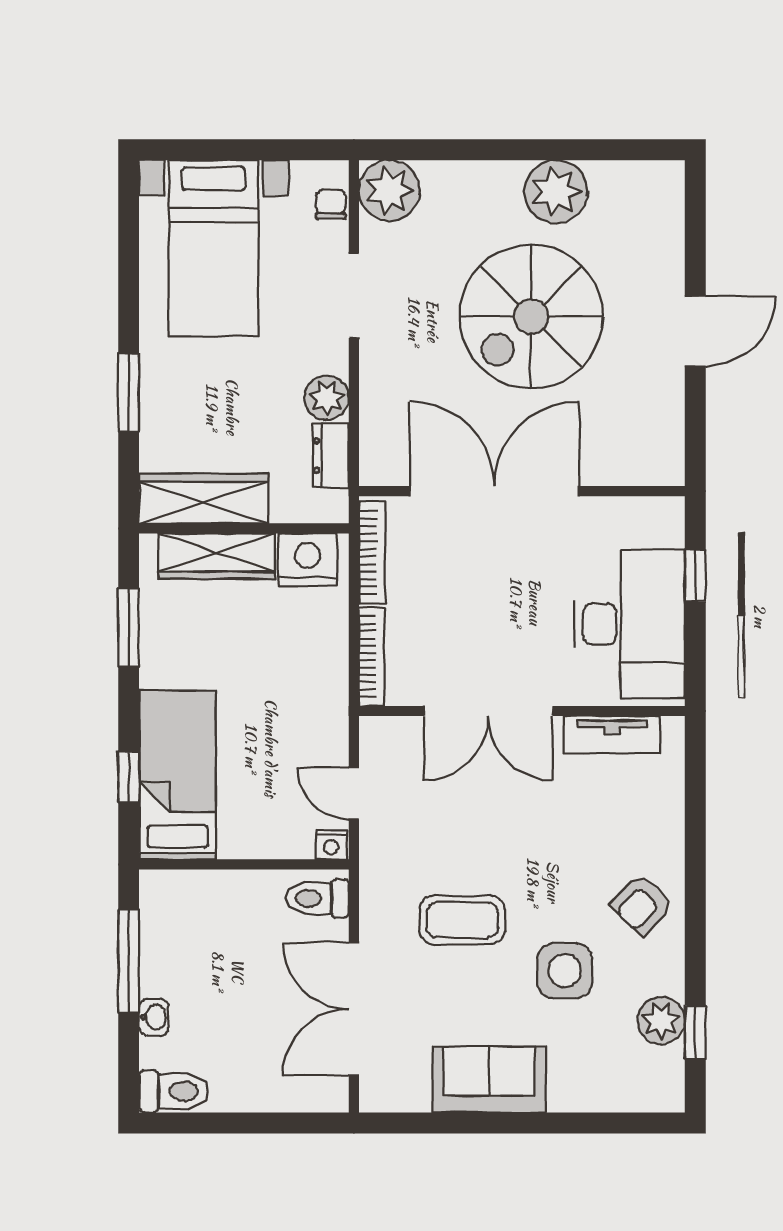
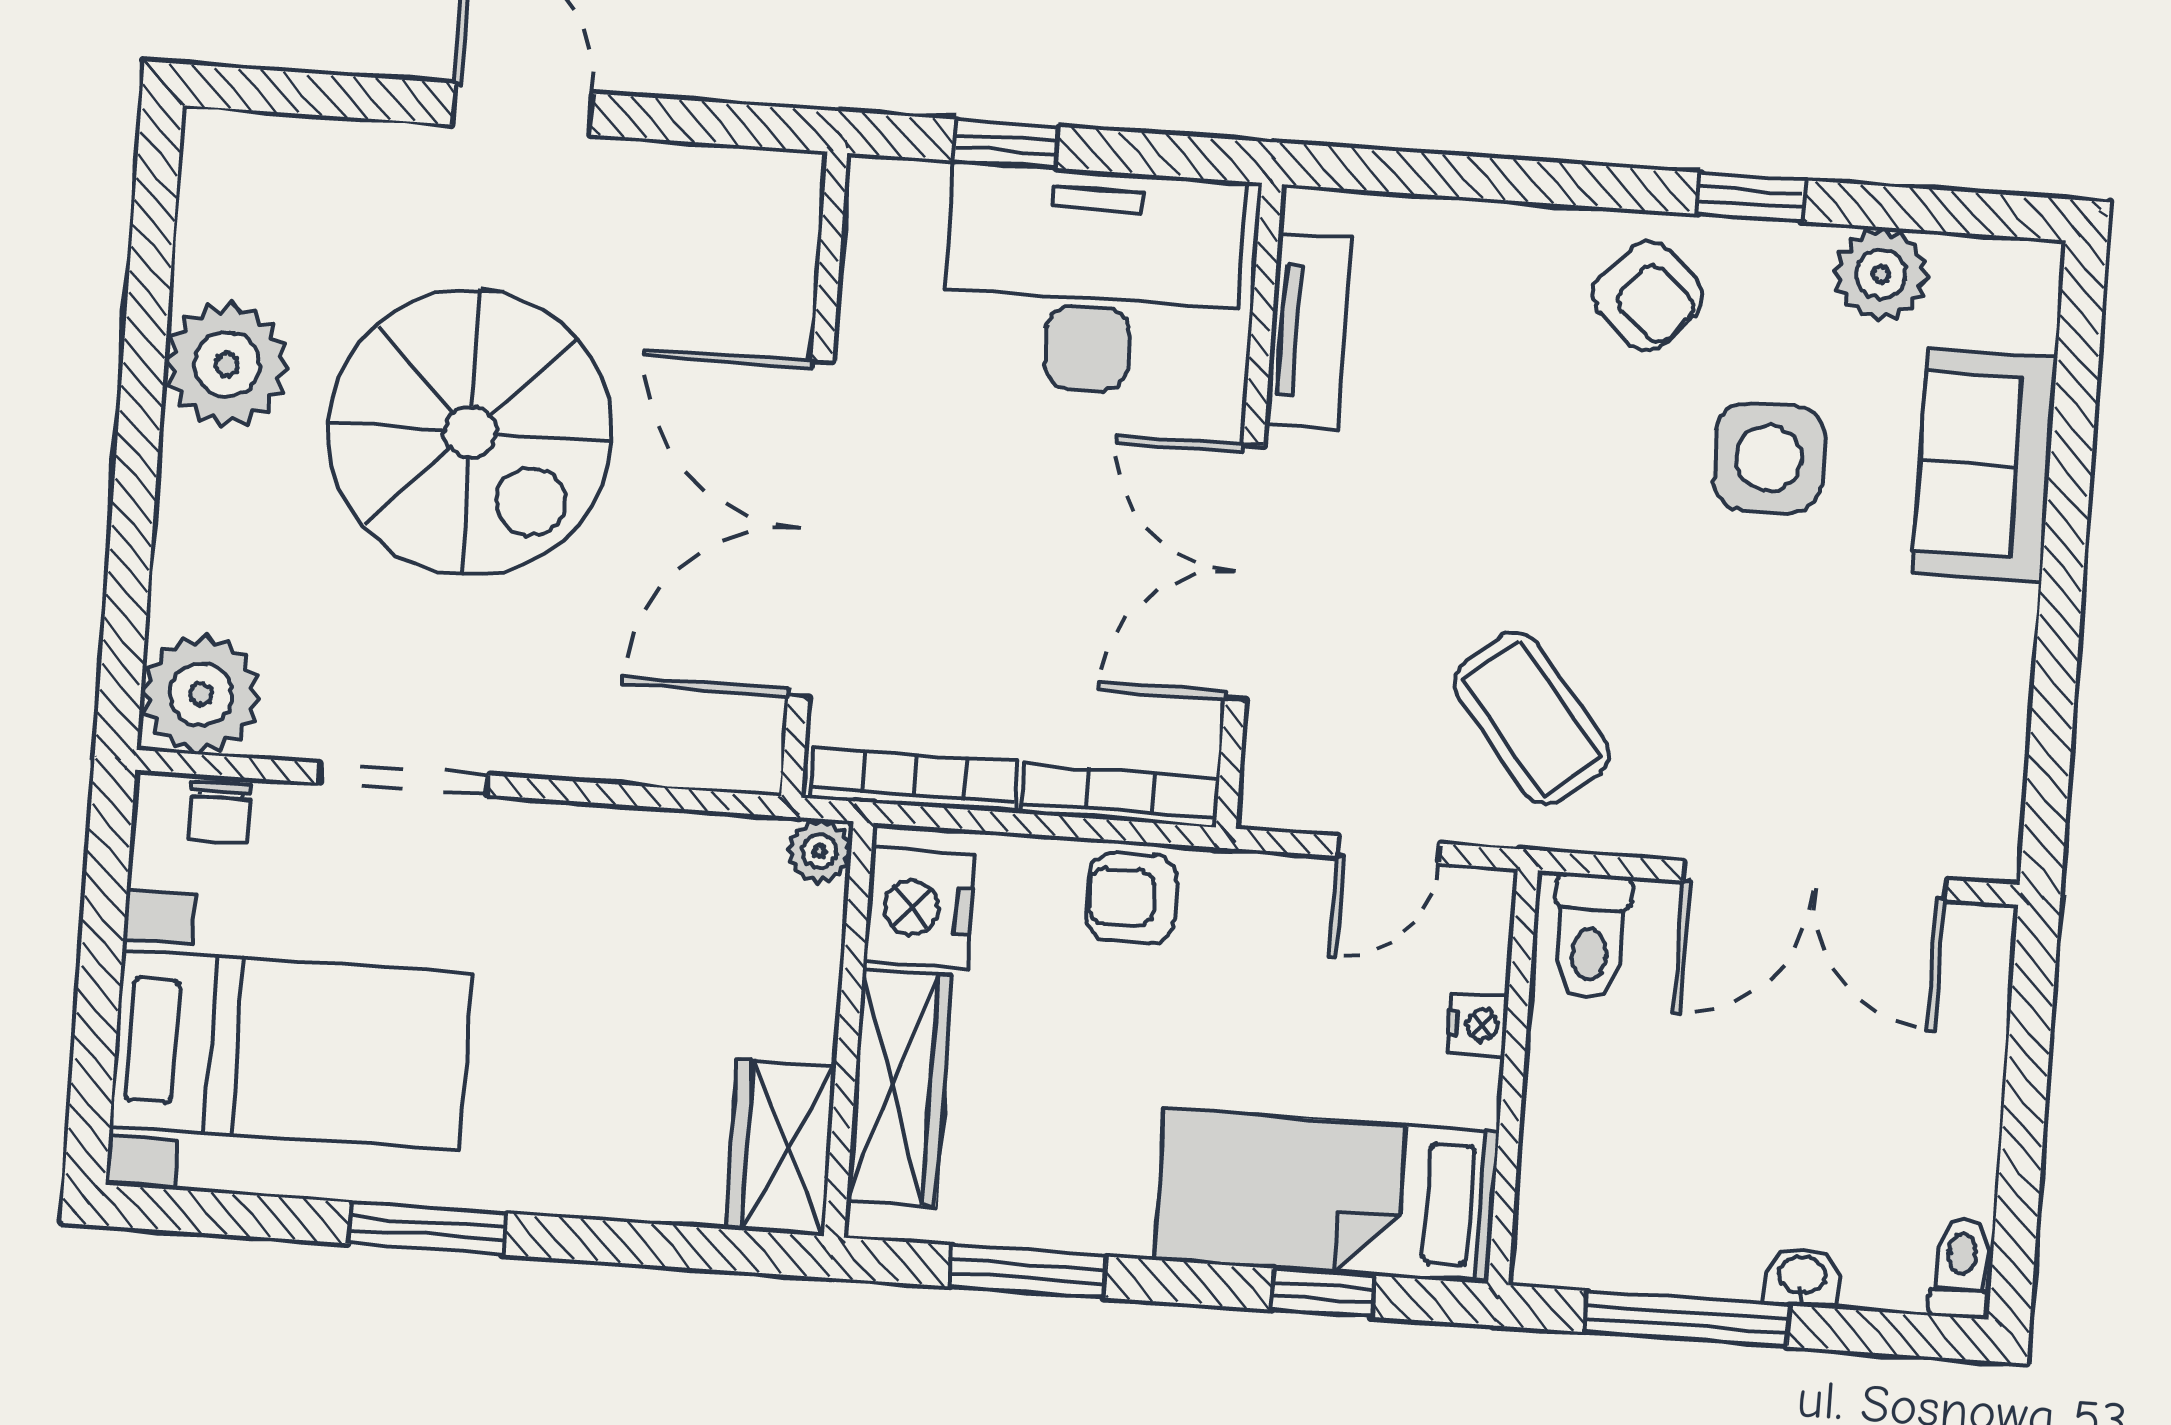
chair: (331, 204) -> (220, 812), turned -90
window: (129, 392) -> (427, 1228), moved
plant: (327, 398) -> (819, 851), moved, width x0.73, depth x0.73
dresser: (331, 456) -> (717, 848), removed
wardrobe: (204, 499) -> (781, 1148), width x0.67
armchair: (321, 666) -> (1132, 898), added
double door: (488, 711) -> (1244, 572), swing flipped
nightstand: (331, 845) -> (1478, 1025), moved
coffee table: (462, 920) -> (1531, 718), moved, turned -39
window: (695, 1032) -> (1751, 197), moved
sofa: (489, 1080) -> (1985, 465), moved
toilet: (174, 1091) -> (1962, 1268), width x0.73, depth x0.72

